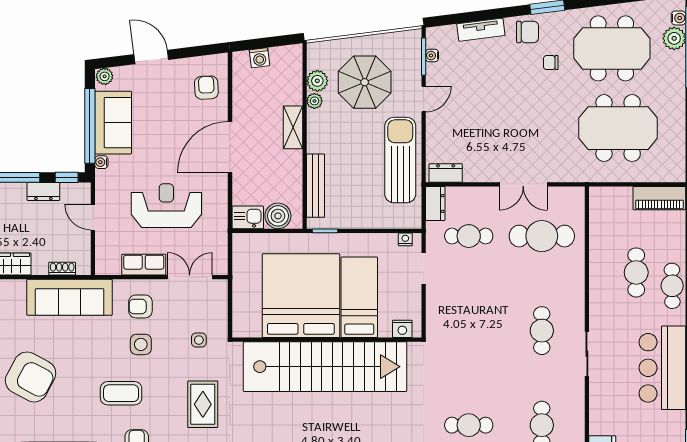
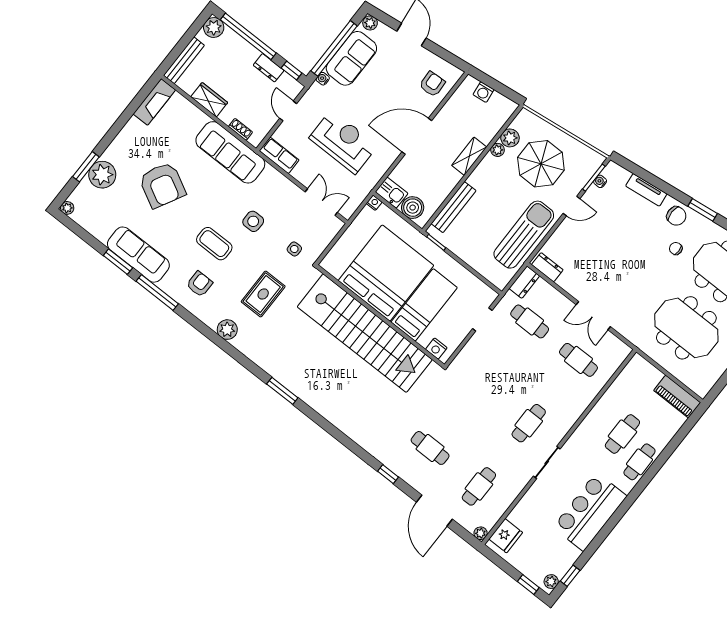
cafe table: (542, 236) -> (578, 360), width x0.73, depth x0.74
nightstand: (405, 239) -> (374, 203), moved
row of seats: (144, 265) -> (279, 155), moved
armchair: (140, 306) -> (273, 196), removed

